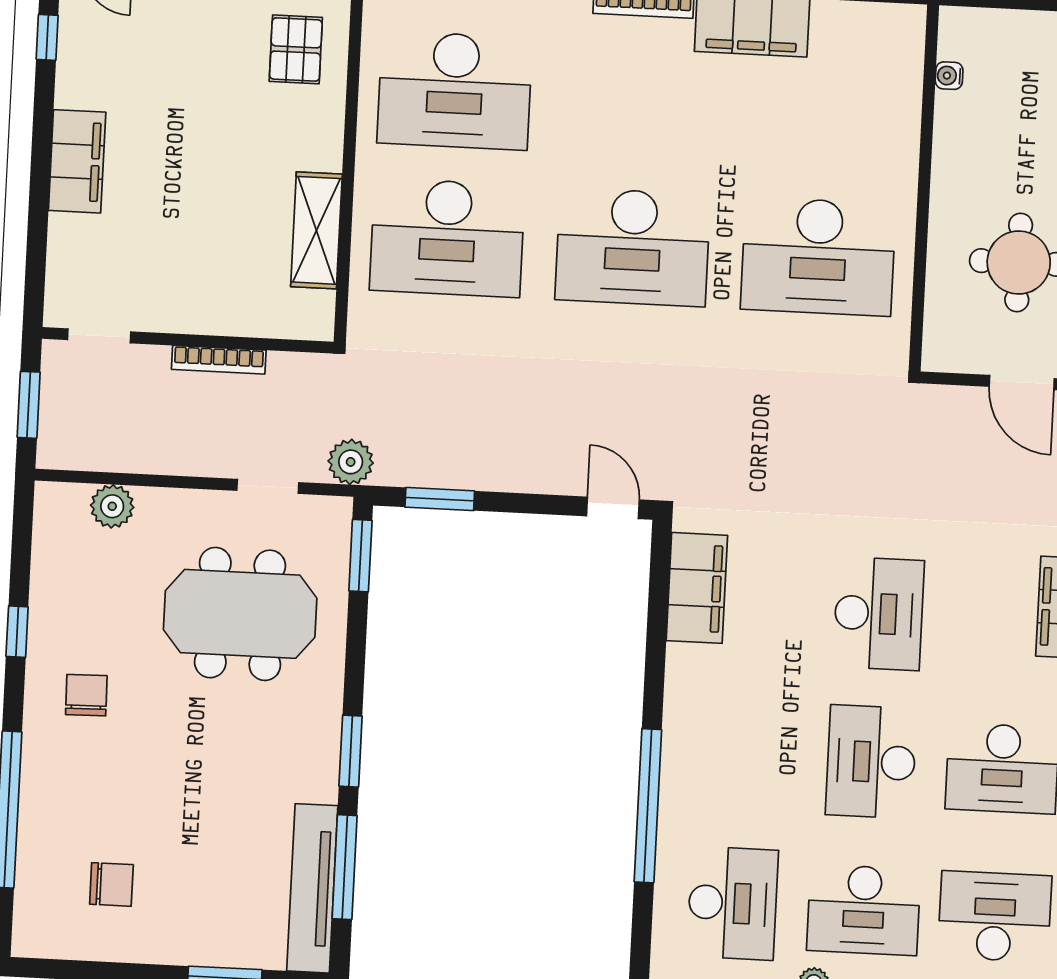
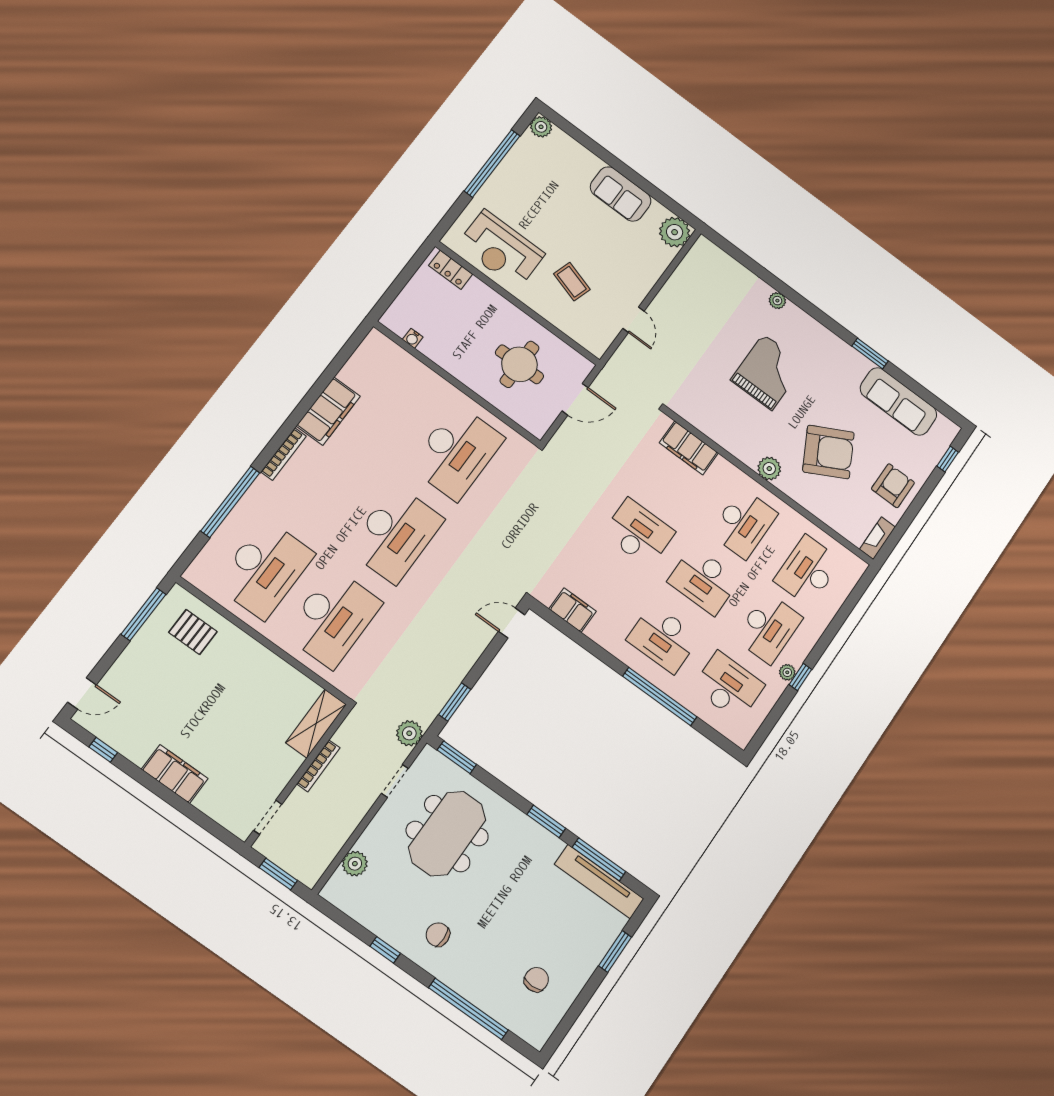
shelving: (316, 230) -> (316, 724), moved, turned 90
filing cabinet: (697, 588) -> (573, 610), width x0.67, depth x0.86
desk: (740, 755) -> (663, 639), added

